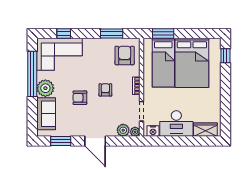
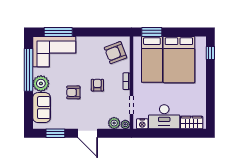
window: (64, 33) -> (58, 32), width x2.17
window: (112, 33) -> (103, 32), removed
armchair: (125, 55) -> (115, 53), turned -111

